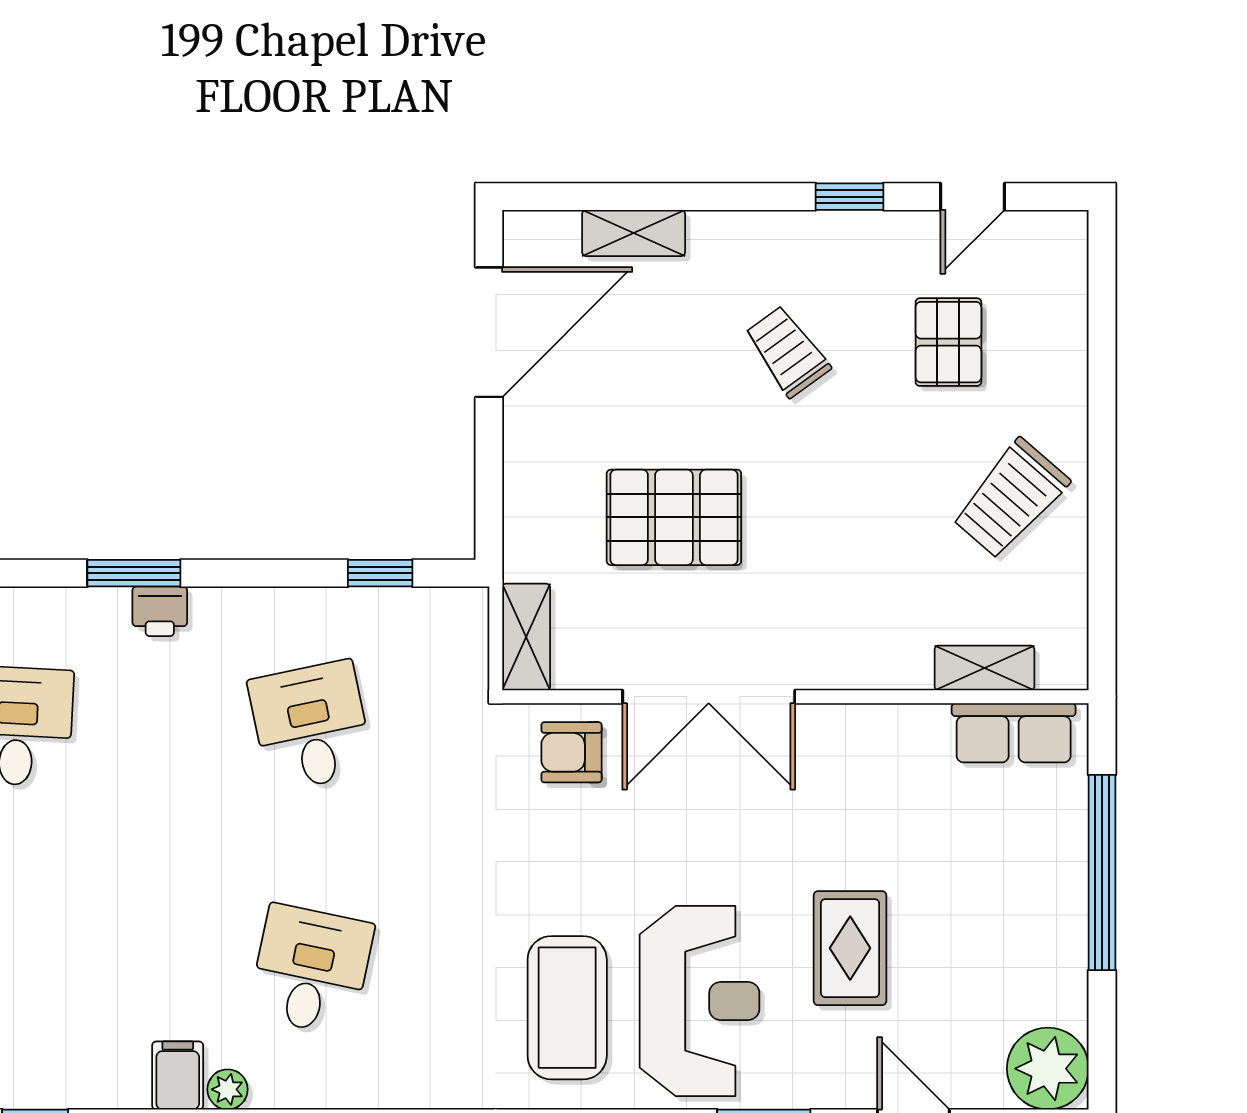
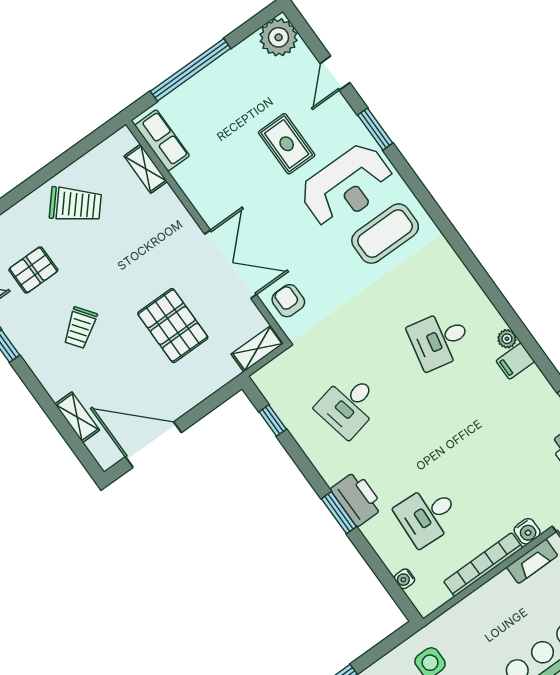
printer: (160, 611) -> (357, 498), width x1.87, depth x1.48
armchair: (571, 752) -> (288, 301), turned 180
rug: (850, 948) -> (287, 144), turned 90
reception desk: (700, 1001) -> (347, 186), turned 180

